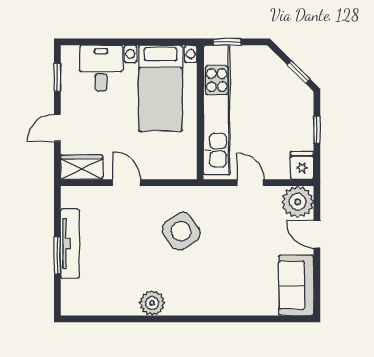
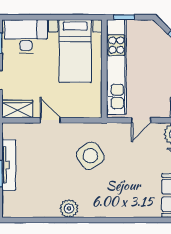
desk: (101, 68) -> (26, 36), width x1.37
door: (250, 183) -> (141, 120), swing flipped

